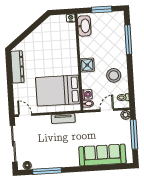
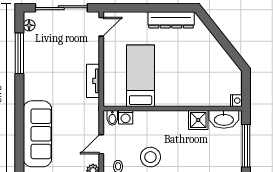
window: (102, 9) -> (246, 146), width x1.44
shower: (87, 65) -> (198, 120), moved
bed: (58, 91) -> (141, 76), width x0.67
door: (107, 110) -> (101, 144), swing flipped

